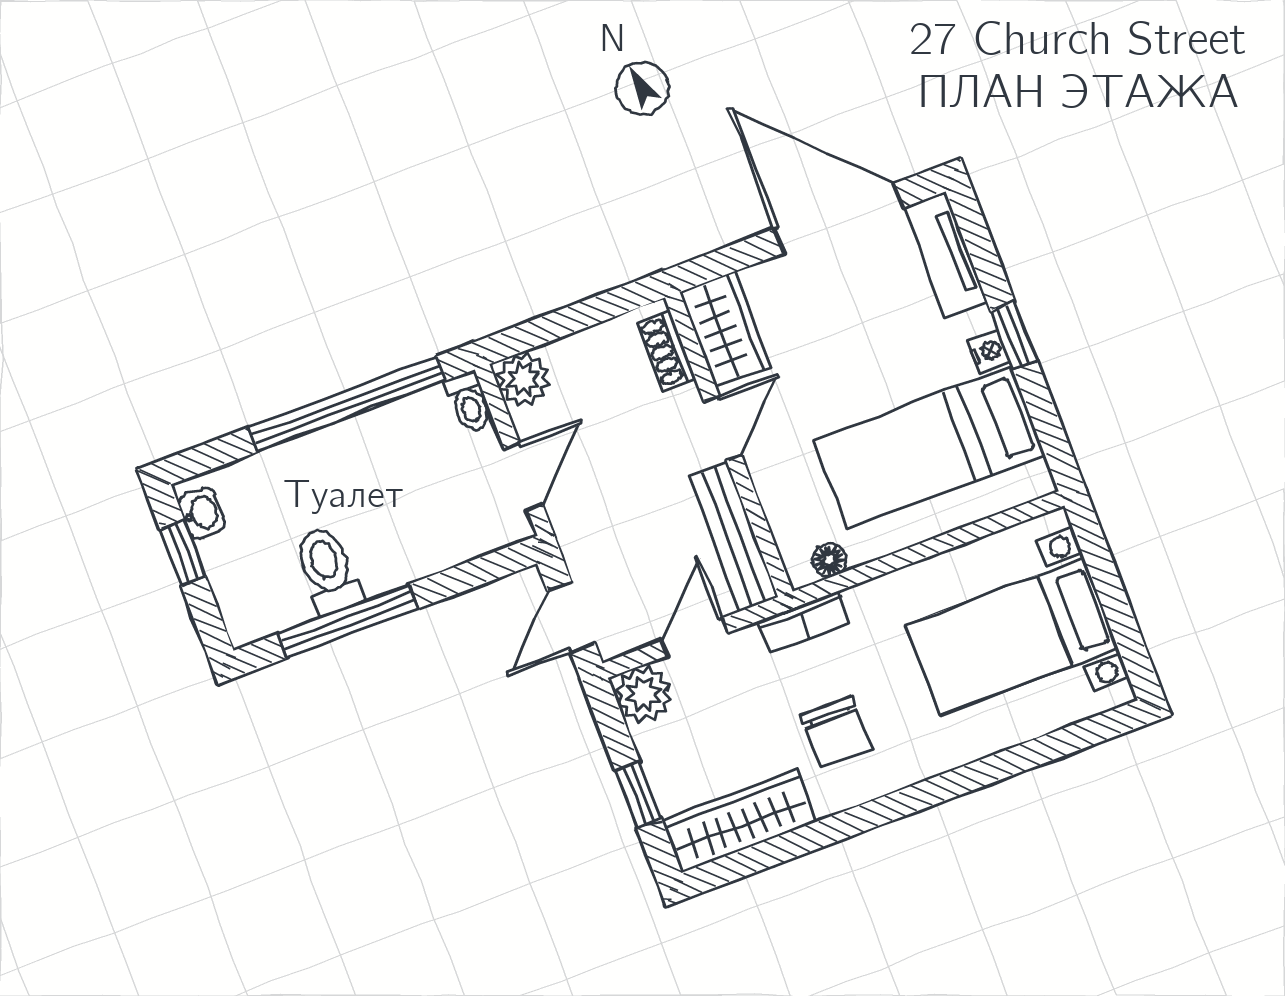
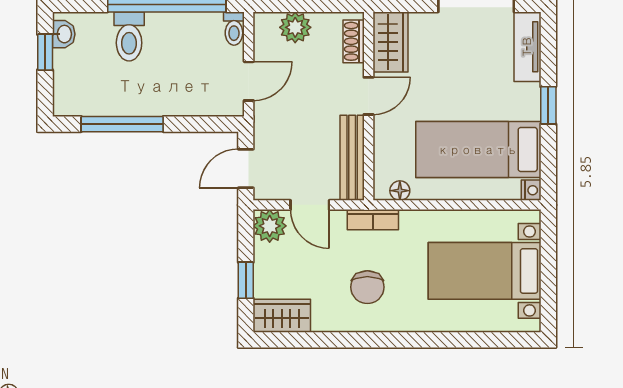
nightstand: (989, 351) -> (531, 190), moved
plant: (523, 379) -> (295, 27), moved
toilet: (328, 570) -> (129, 36), moved, turned 180
door: (695, 637) -> (310, 205), swing flipped
wardrobe: (739, 821) -> (282, 316), width x0.67

